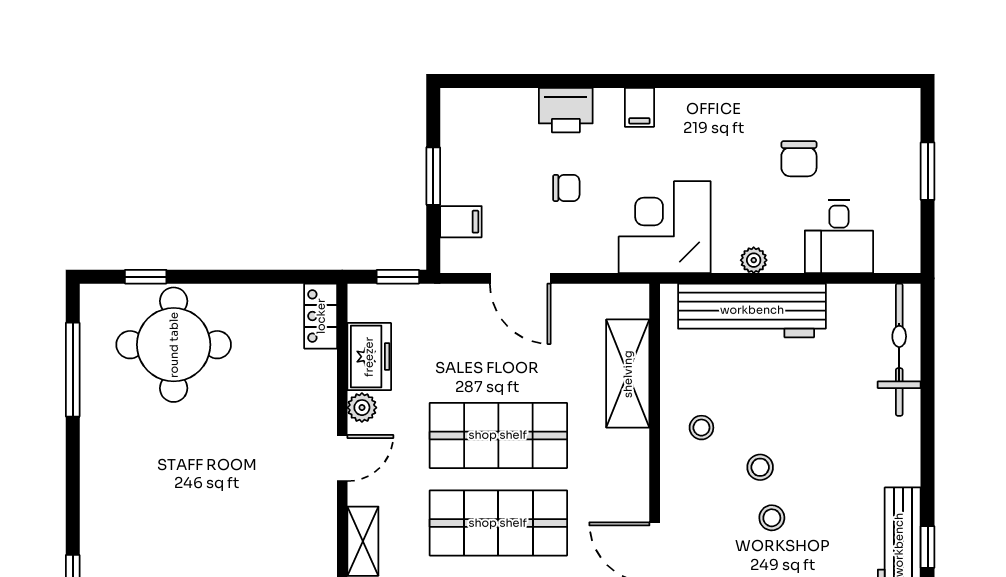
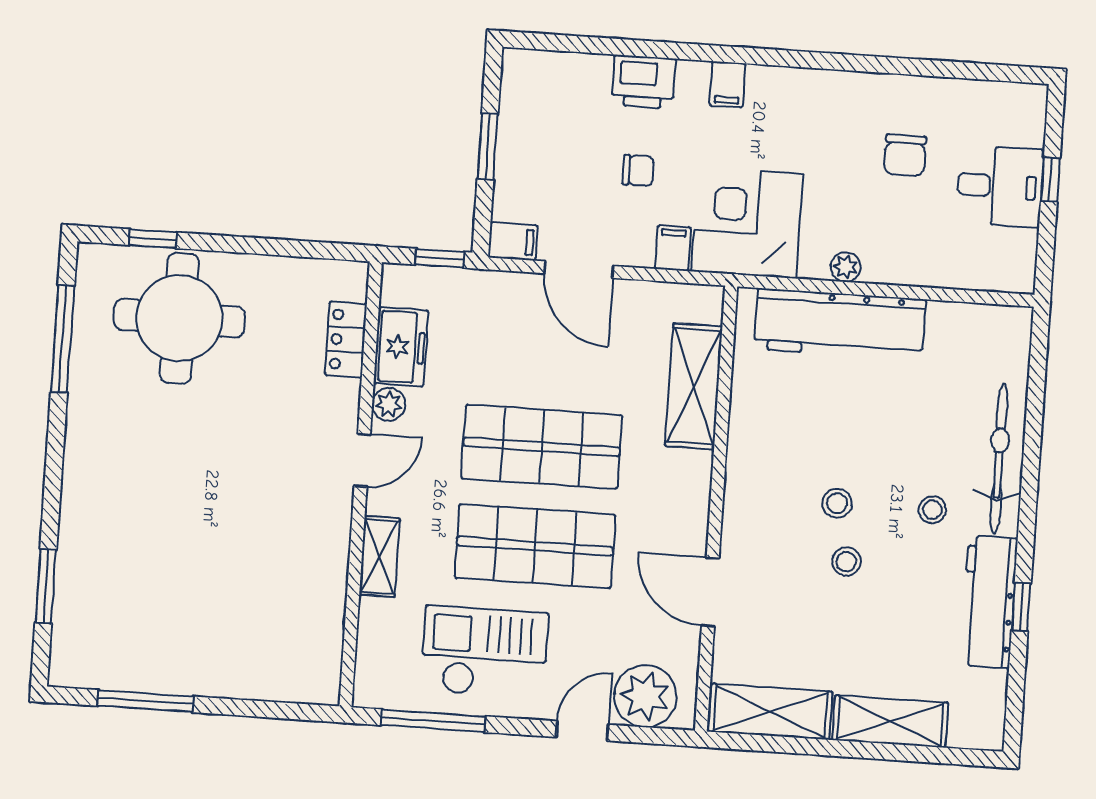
window: (928, 171) -> (1050, 179), width x0.67
filing cabinet: (461, 222) -> (513, 241), moved
desk: (839, 236) -> (1000, 186), moved, turned -90
filing cabinet: (601, 254) -> (673, 248), added
locker: (321, 316) -> (346, 340), moved
bicycle: (899, 350) -> (999, 459), moved
stool: (701, 428) -> (932, 510), moved

